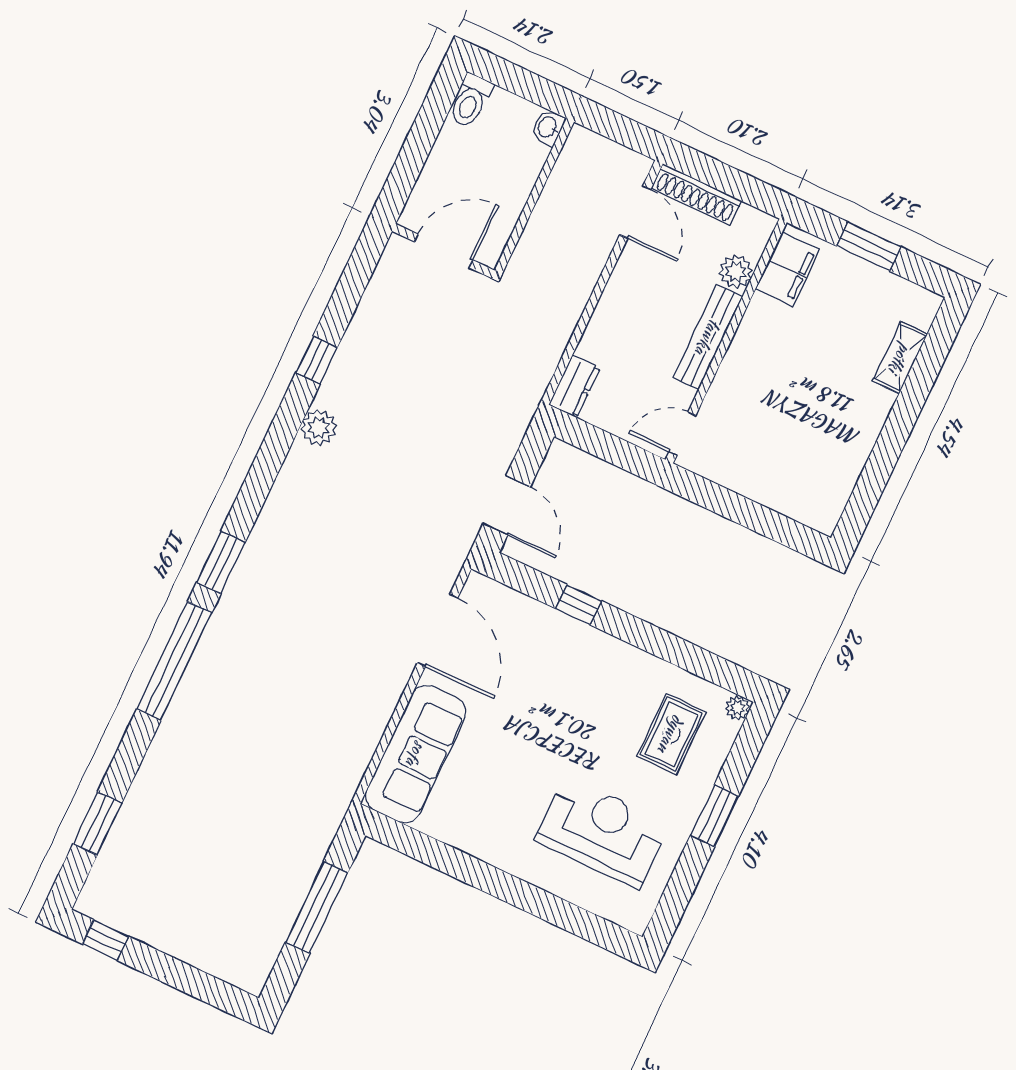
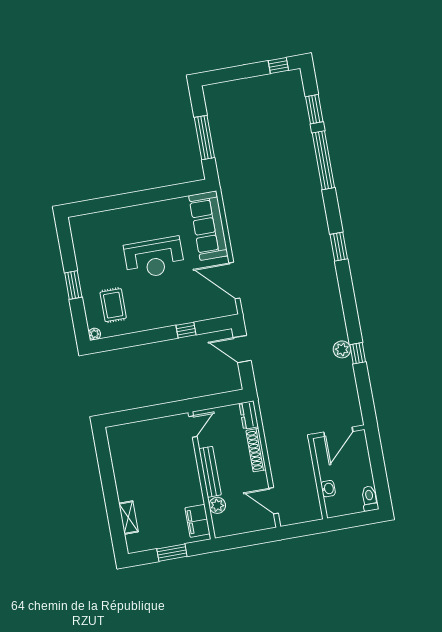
washbasin: (548, 127) -> (328, 489), moved
shoe rack: (696, 194) -> (256, 450), moved, turned -90
plant: (319, 428) -> (342, 349), moved
window: (174, 661) -> (323, 160), moved
reception desk: (602, 832) -> (154, 258), moved

